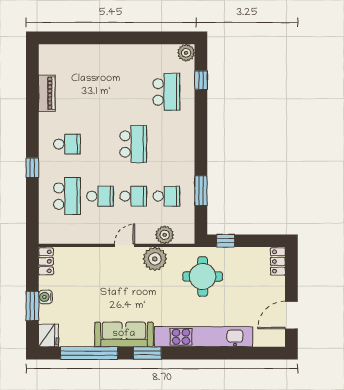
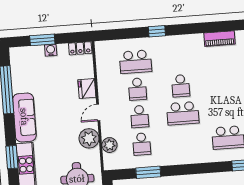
school desk: (67, 144) -> (181, 86), moved
door: (125, 245) -> (98, 113), swing flipped
fridge: (49, 335) -> (87, 88), moved, turned 90
window: (147, 353) -> (12, 157), moved

